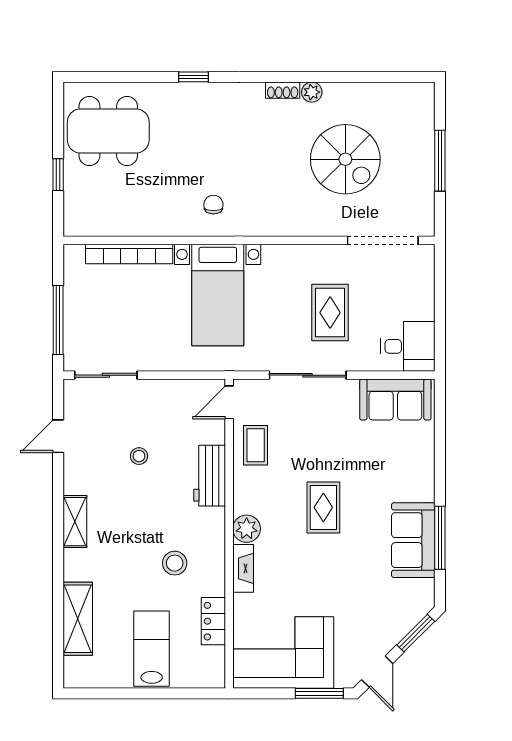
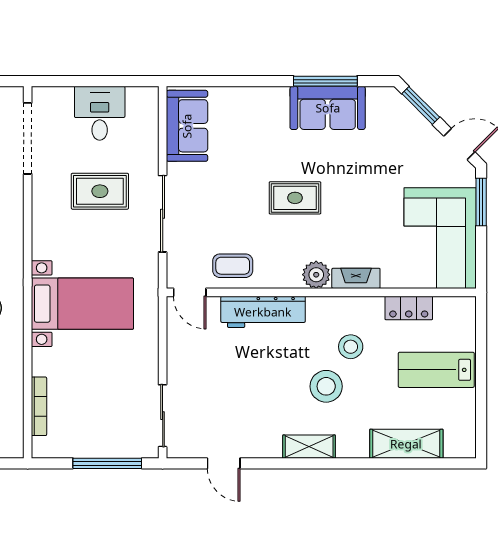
bookcase: (129, 254) -> (39, 406), width x0.68, depth x0.76
desk: (408, 346) -> (100, 113), moved
stool: (139, 456) -> (326, 386), moved, width x1.89, depth x1.89
workbench: (210, 476) -> (263, 312), width x1.38

